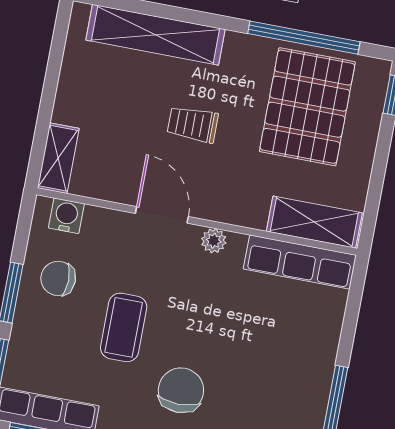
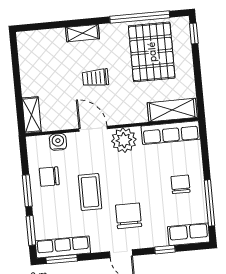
shelving: (156, 35) -> (83, 33), width x0.45, depth x0.75
water cooler: (66, 216) -> (58, 142), moved
plant: (214, 241) -> (124, 140), width x1.88, depth x1.88
chair: (291, 360) -> (180, 184), added

